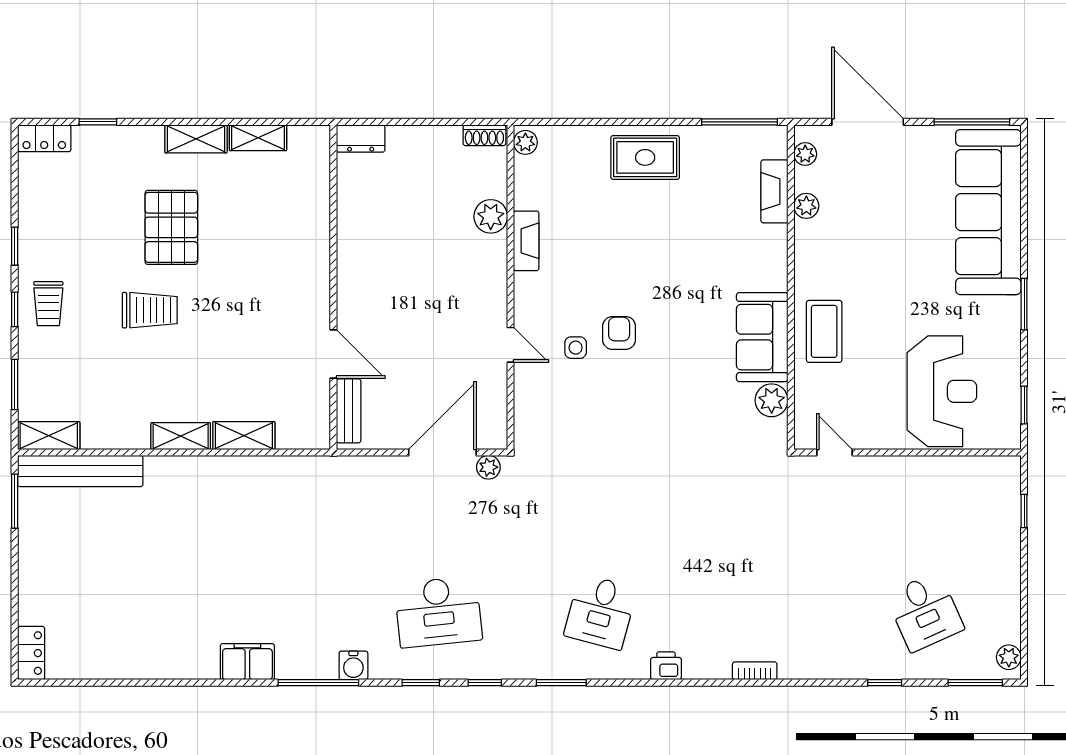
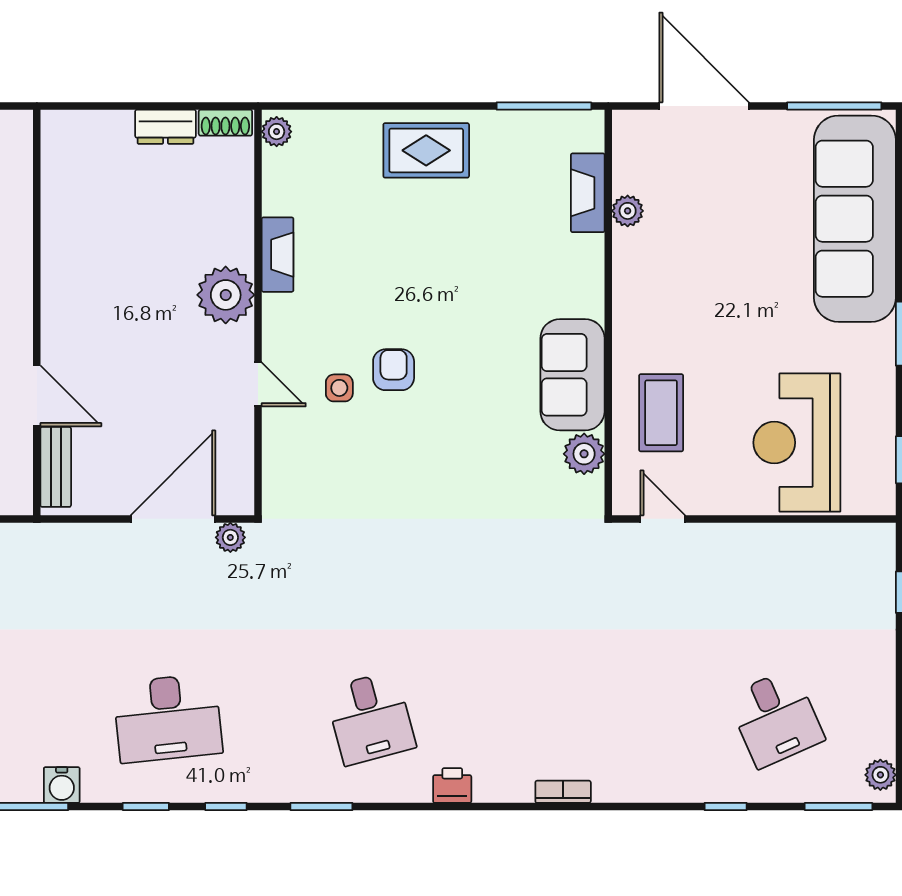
dresser: (361, 139) -> (165, 127), moved
plant: (805, 154) -> (626, 146), removed
plant: (491, 216) -> (226, 295), moved, width x1.36, depth x1.36
coffee table: (824, 331) -> (661, 413), moved
reception desk: (942, 391) -> (797, 443), turned 180
desk: (600, 612) -> (370, 718), turned -30

